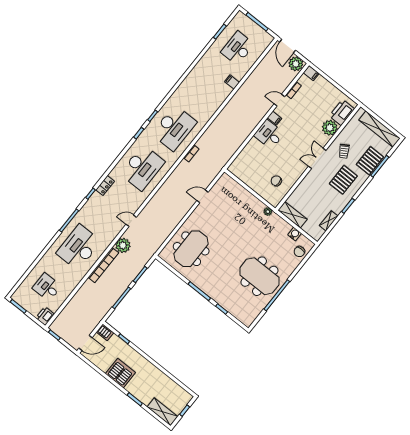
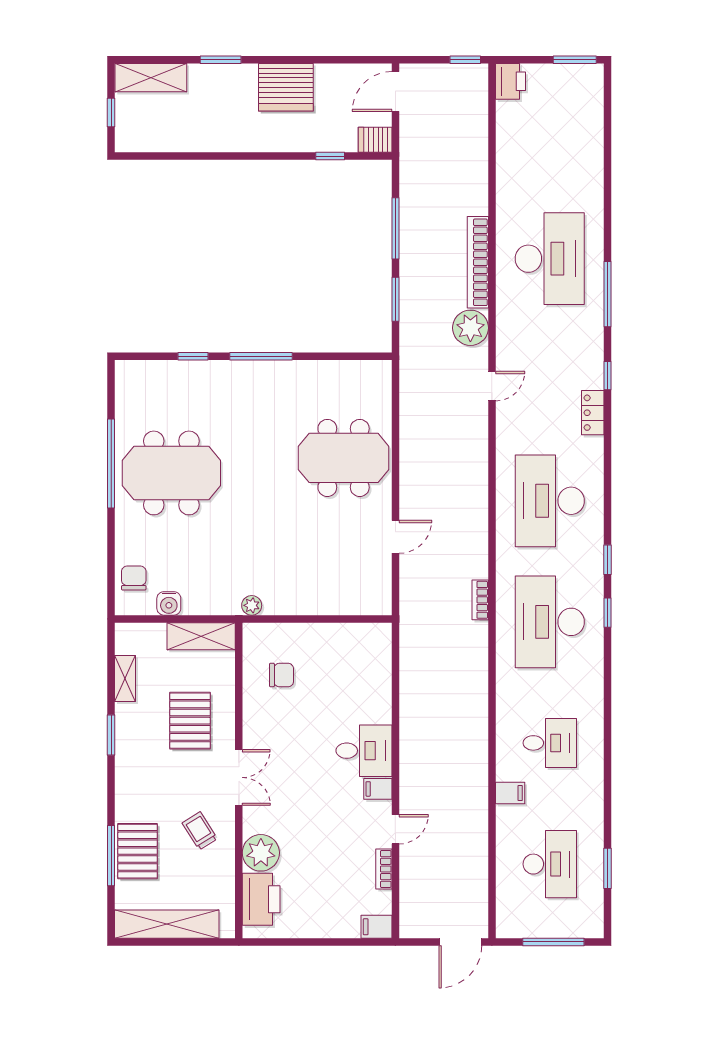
door: (288, 46) -> (460, 942), swing flipped
plant: (296, 64) -> (419, 921), removed
pallet: (343, 180) -> (190, 721), moved
meeting table: (191, 249) -> (344, 458), moved, turned 90
desk: (47, 287) -> (550, 743), moved

